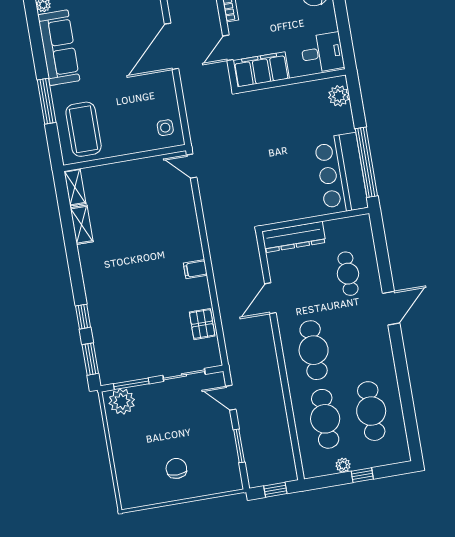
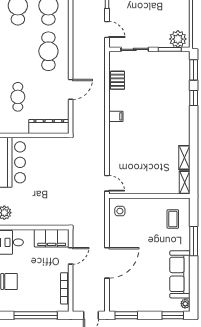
coffee table: (84, 129) -> (173, 219), width x0.54, depth x0.58

